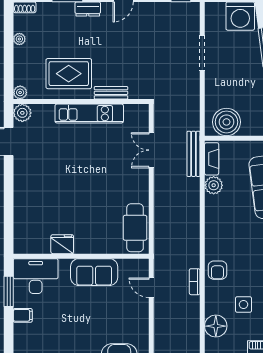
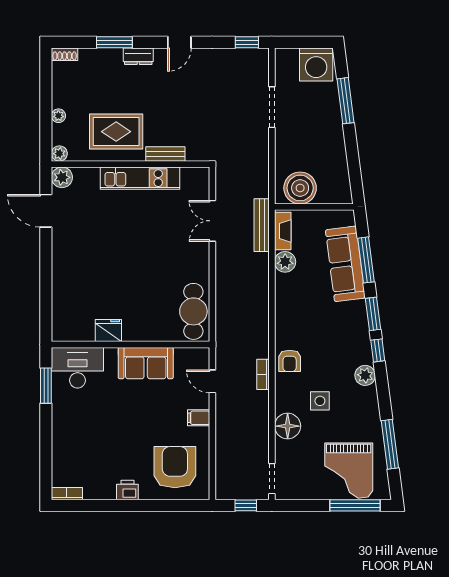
plant: (19, 39) -> (58, 116), moved
filing cabinet: (23, 315) -> (199, 418), moved, turned 180

